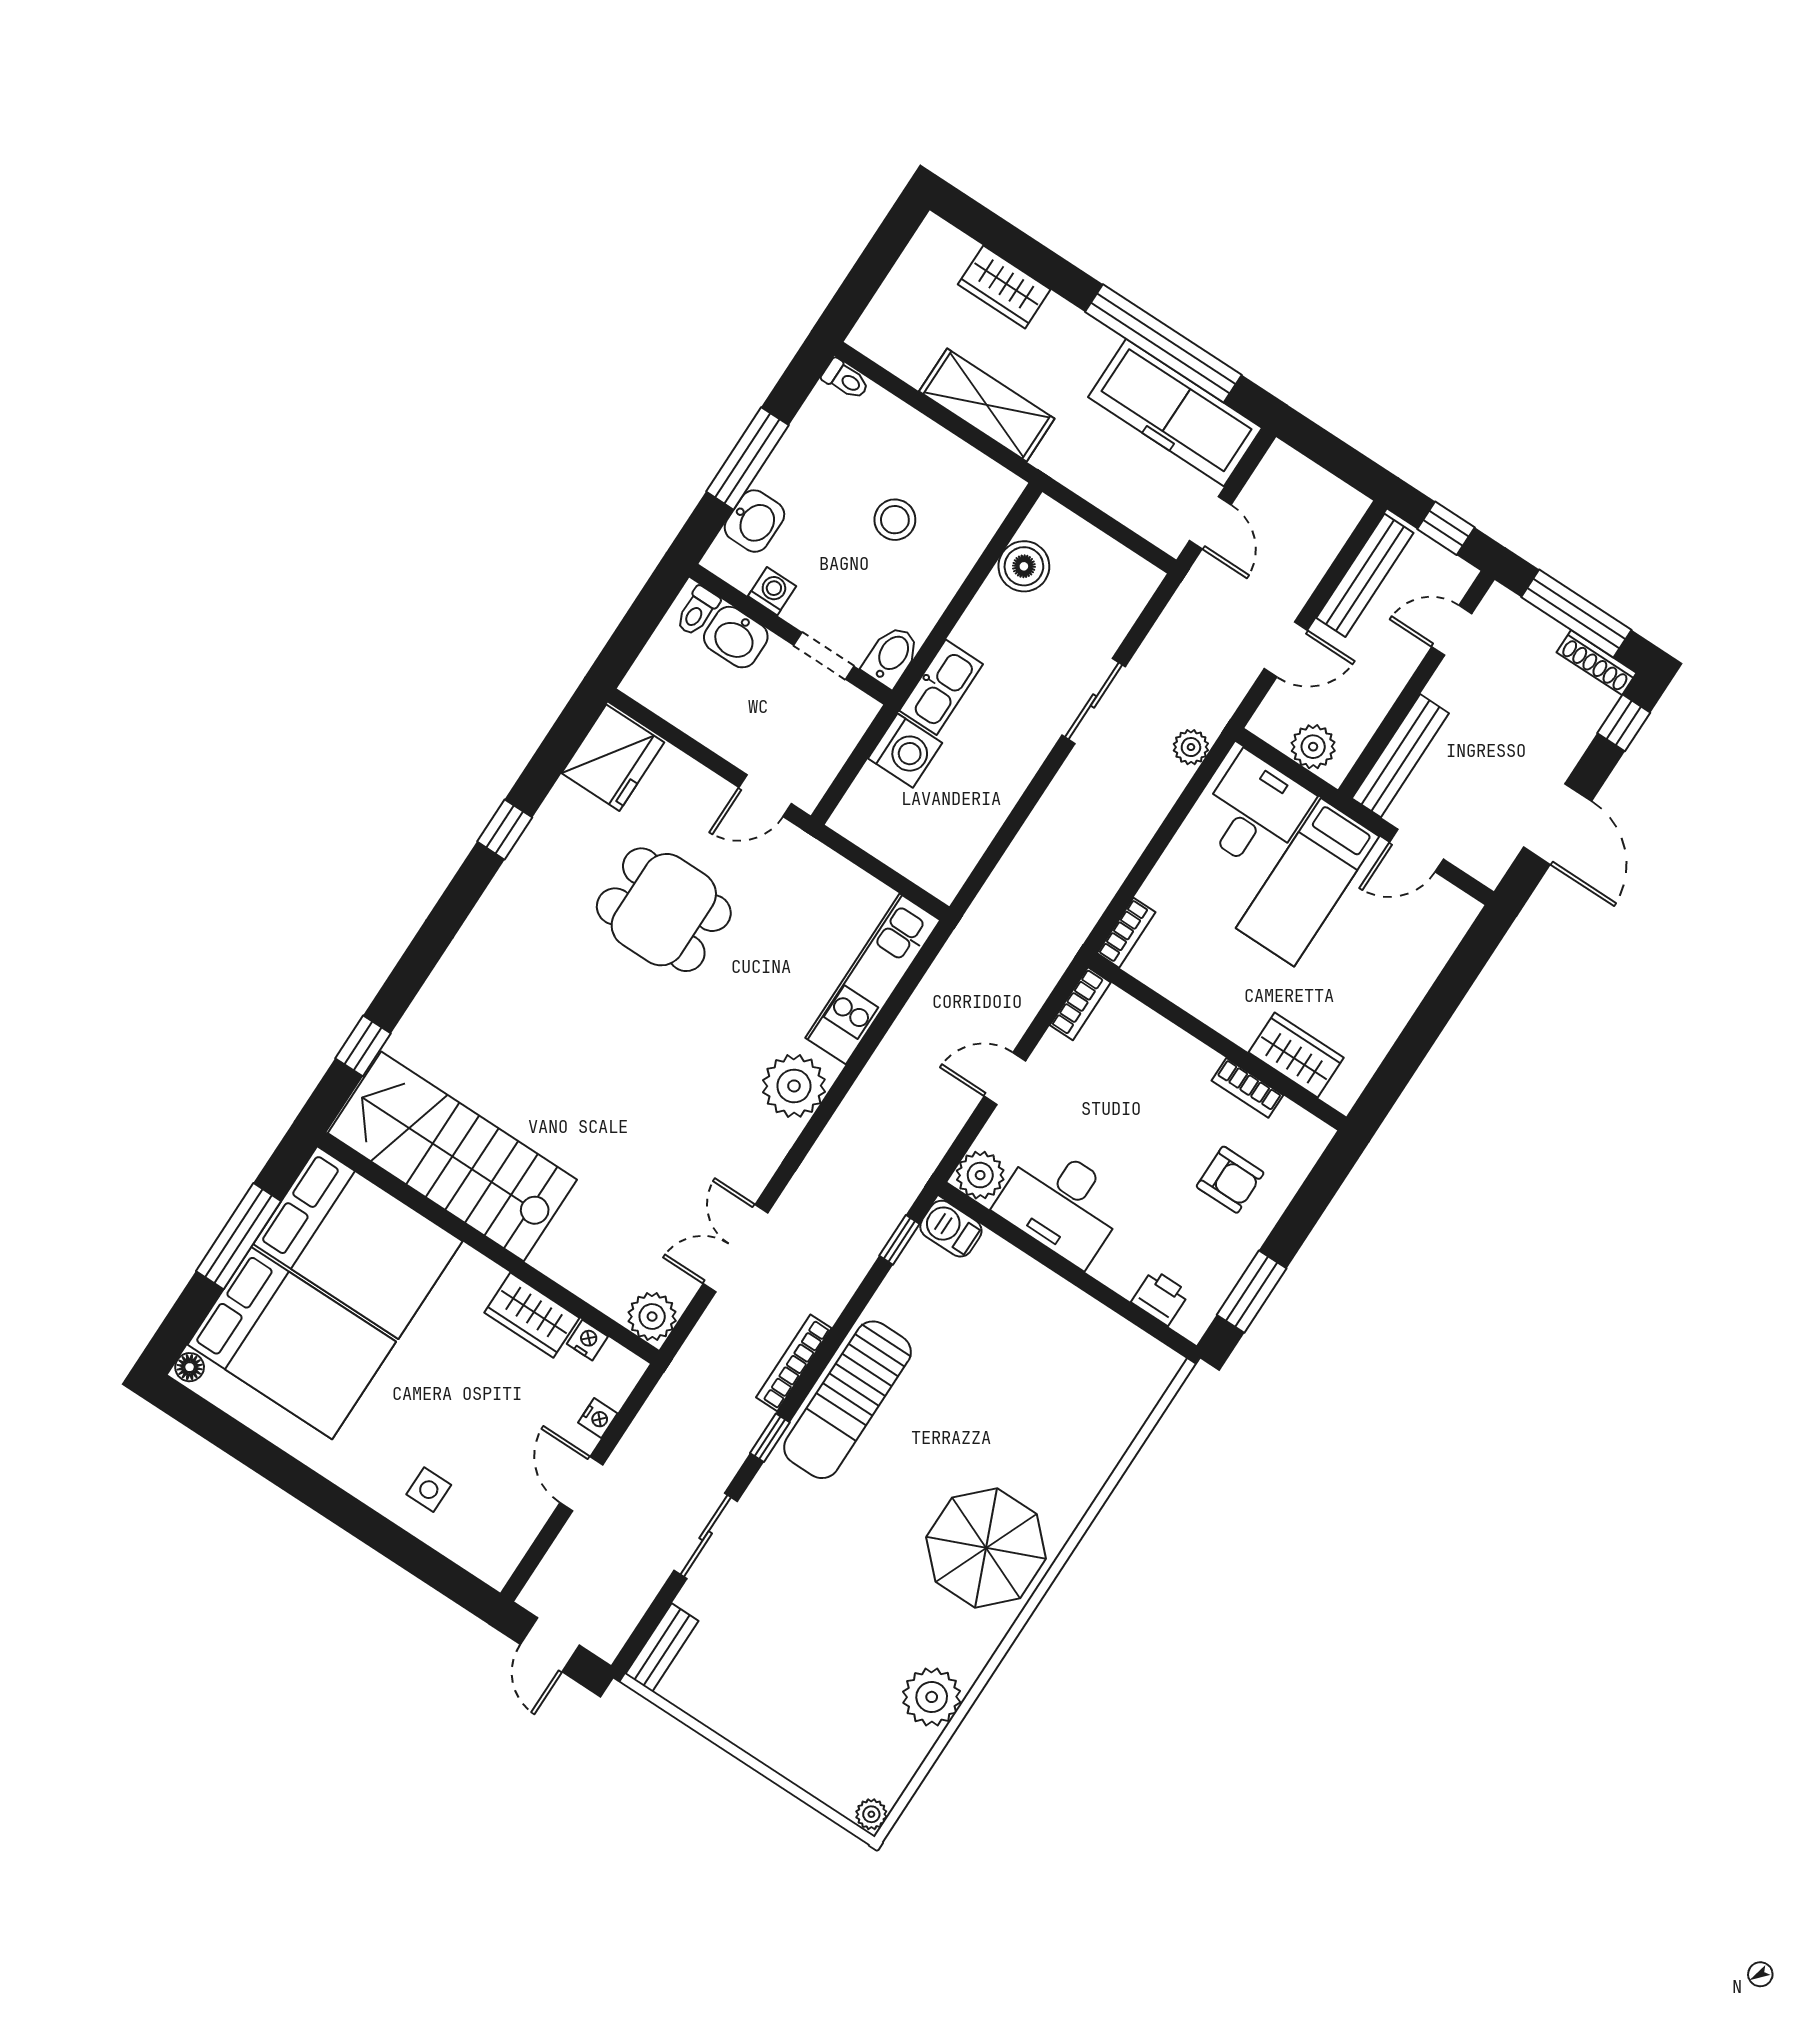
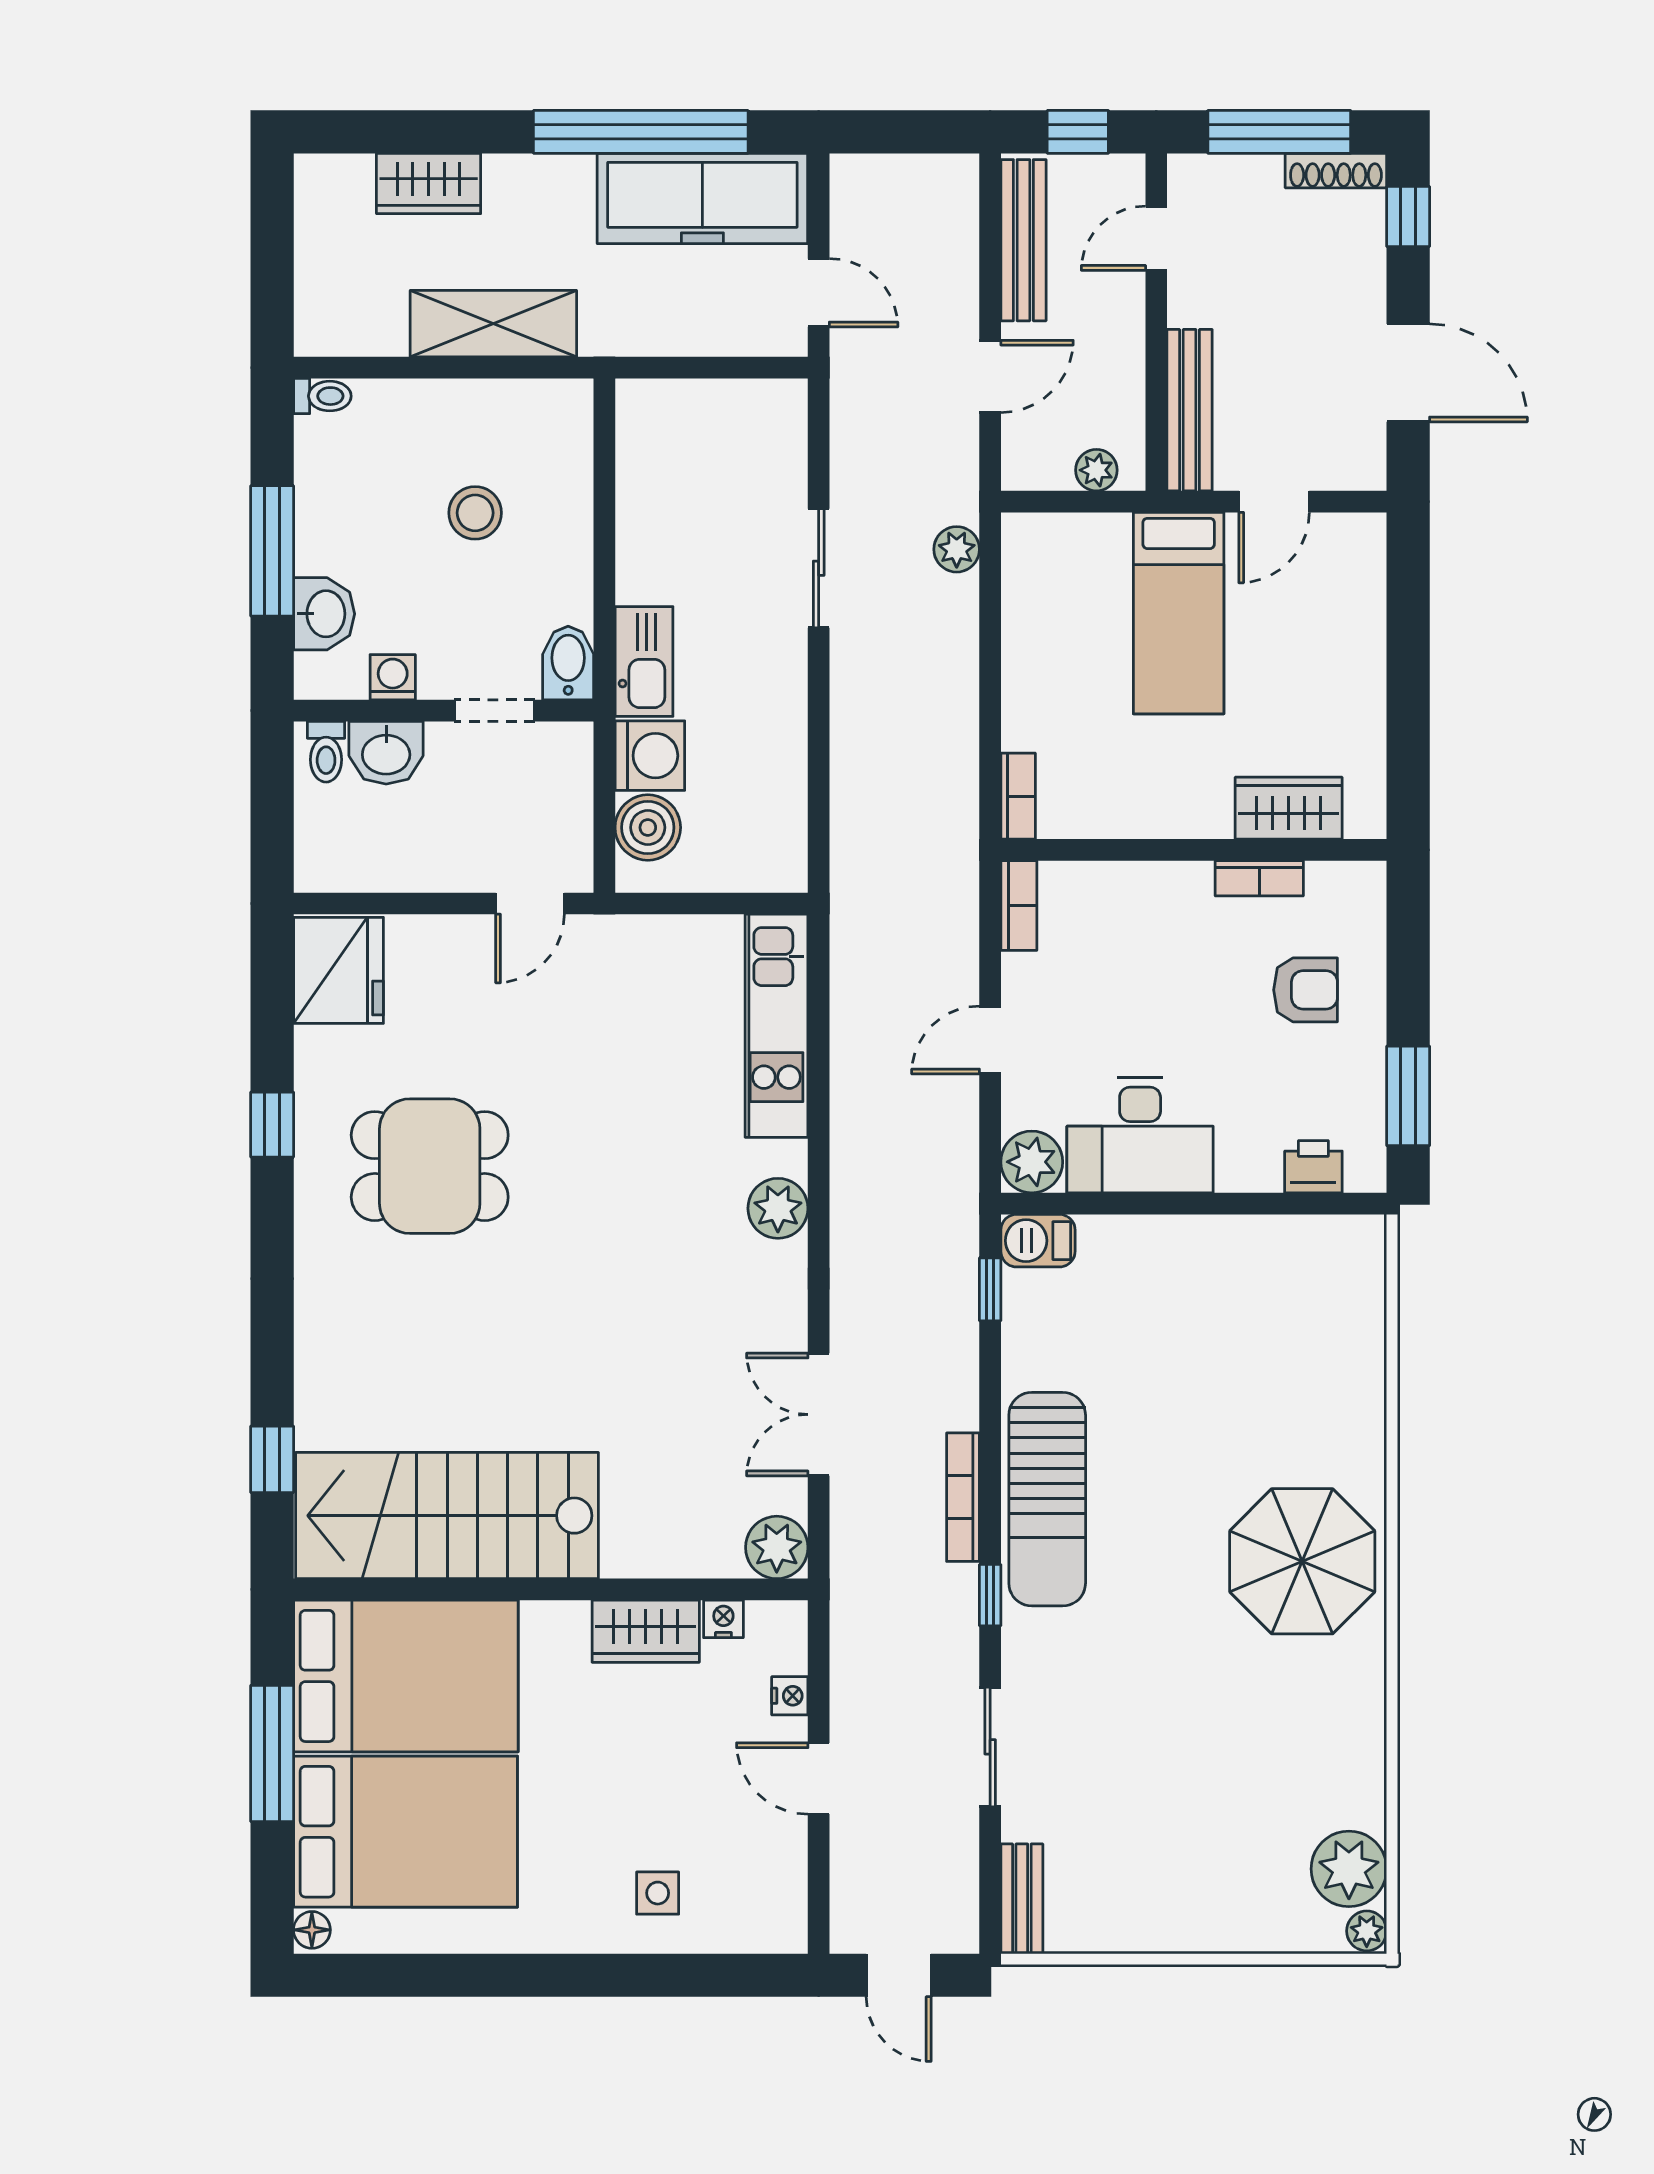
boiler: (1024, 566) -> (648, 827), moved
plant: (1313, 747) -> (1096, 470), width x0.73, depth x0.73
desk: (1254, 812) -> (1071, 575), removed
dining table: (664, 910) -> (430, 1166), moved
plant: (794, 1086) -> (778, 1208), width x0.73, depth x0.73
plant: (932, 1697) -> (1349, 1869), moved

